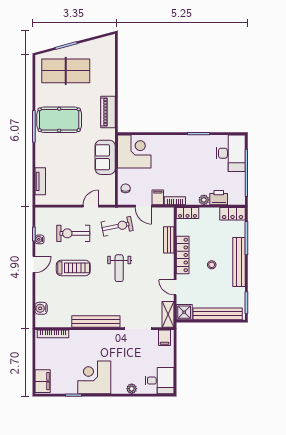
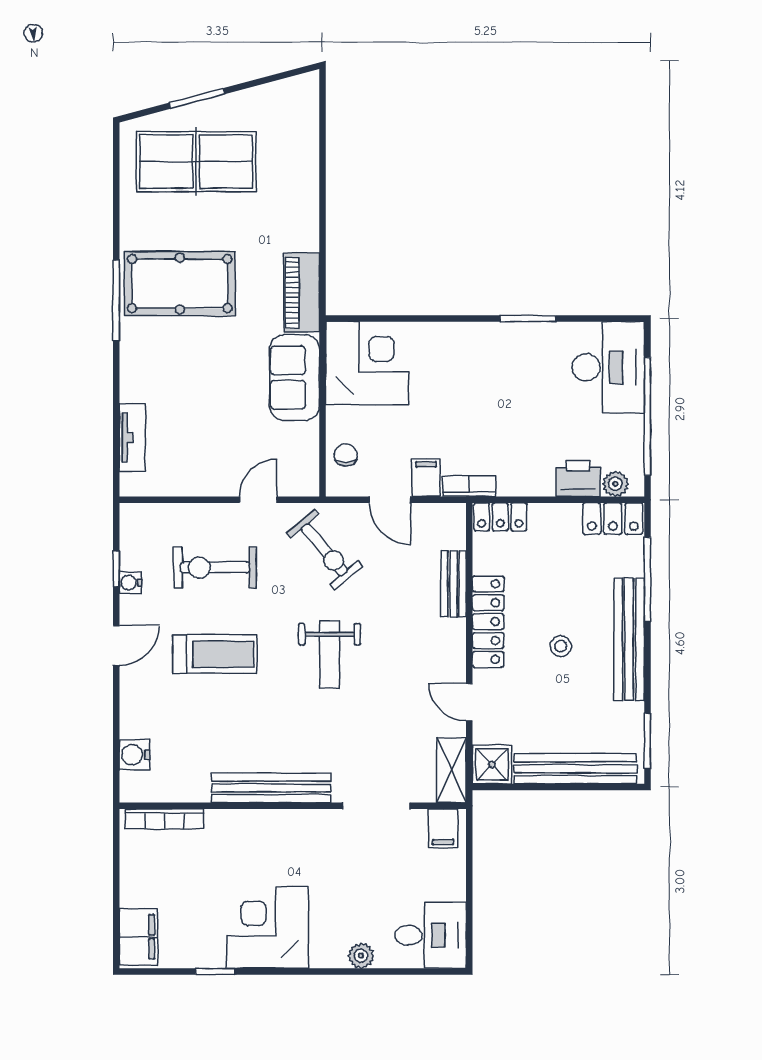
piano: (108, 112) -> (302, 293), moved
plant: (204, 200) -> (615, 484), moved
exercise bike: (117, 226) -> (324, 550), turned 61

